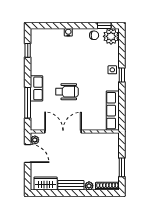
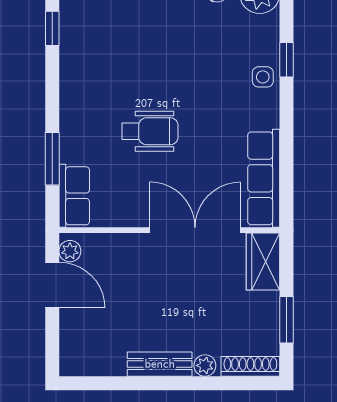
window: (122, 75) -> (286, 60), moved
row of seats: (36, 88) -> (74, 196), moved
window: (28, 103) -> (52, 159), width x0.69
double door: (63, 131) -> (195, 230), moved
wardrobe: (46, 184) -> (263, 262), moved, turned -90

